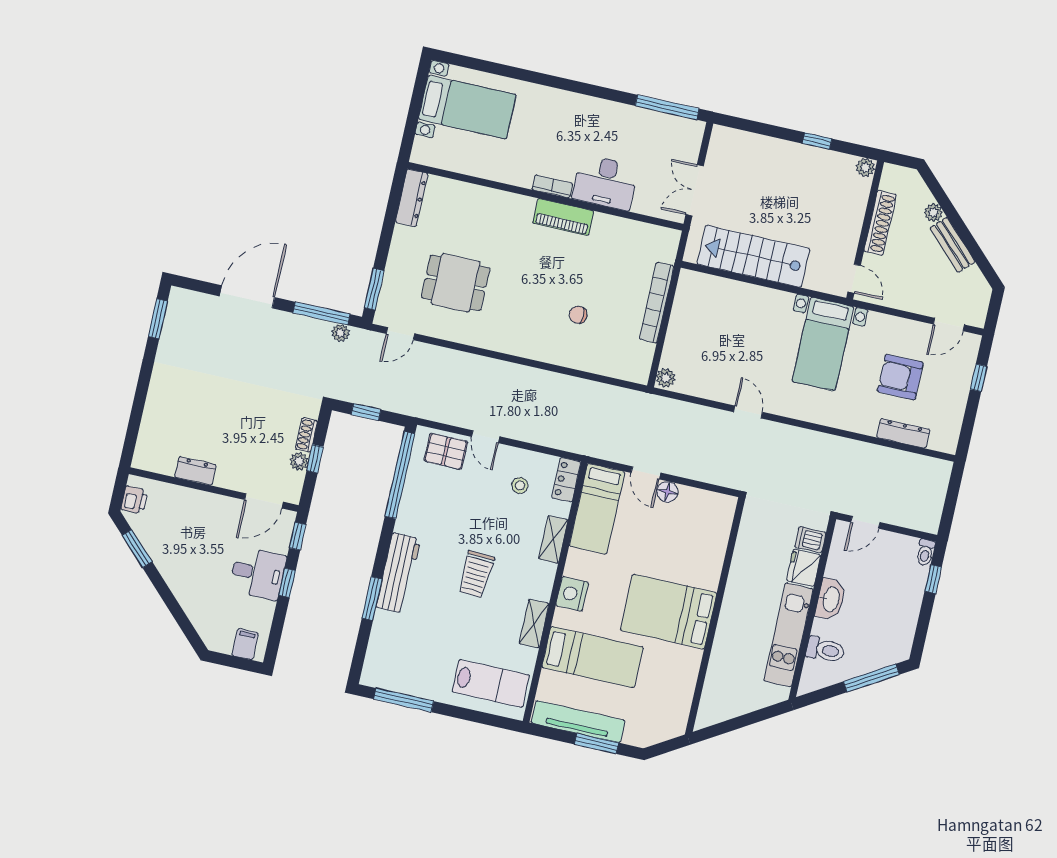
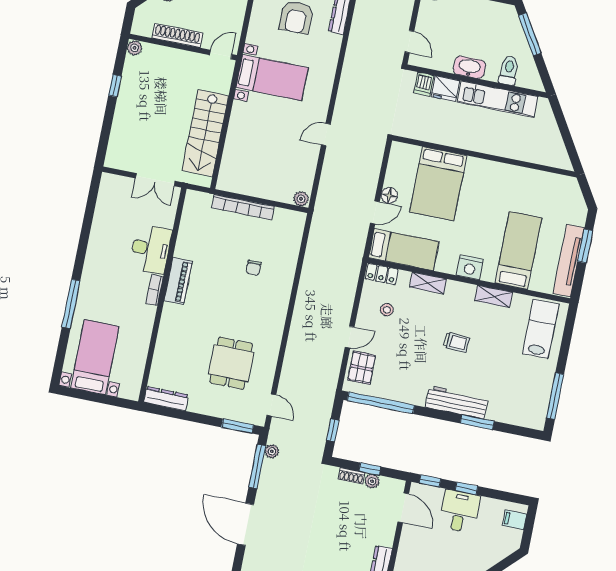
window: (667, 107) -> (71, 304), moved
trolley: (476, 574) -> (456, 342), width x0.73, depth x0.72
bed: (668, 612) -> (438, 184), moved

